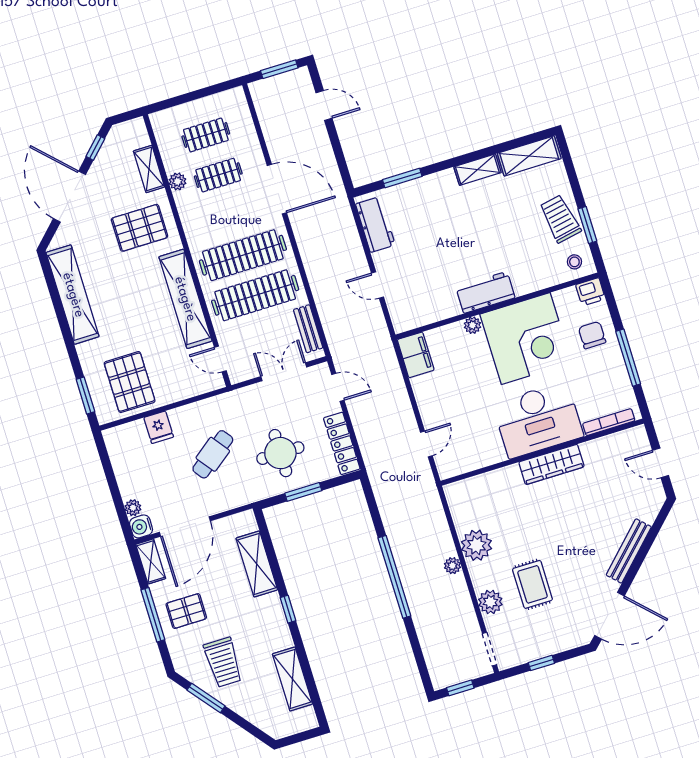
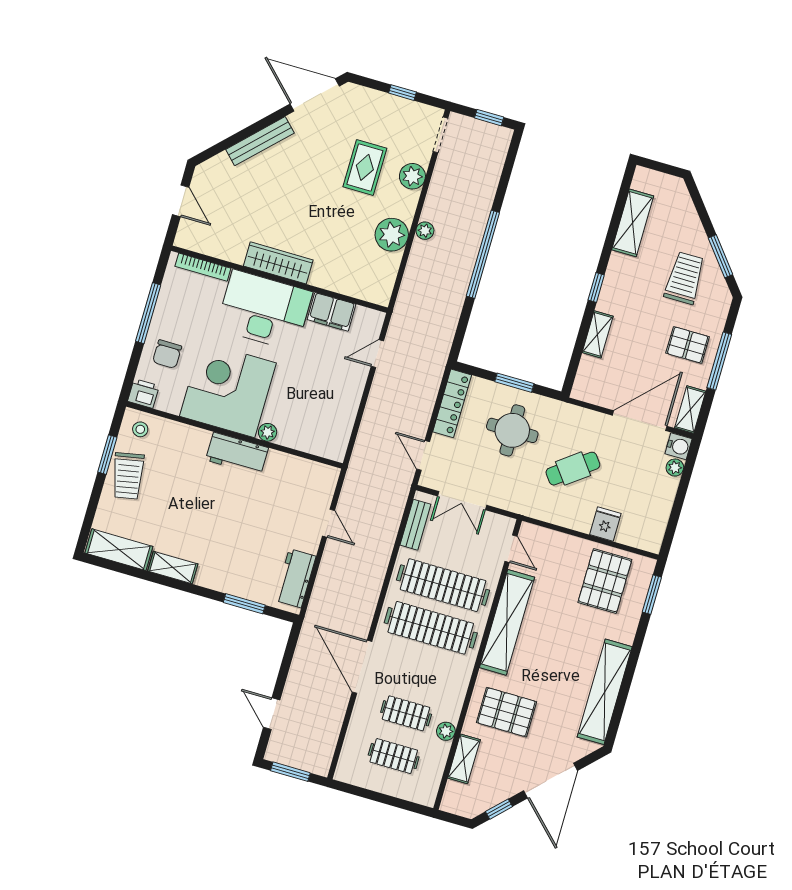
filing cabinet: (416, 355) -> (332, 312), moved, turned -90
shelving: (257, 564) -> (598, 334), width x0.67, depth x0.75

